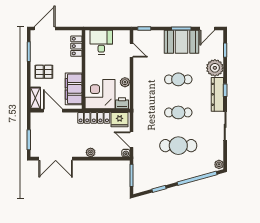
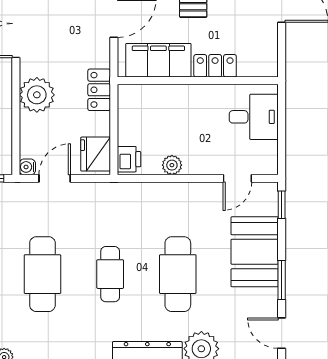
booth: (182, 42) -> (255, 252), moved
locker: (76, 46) -> (215, 66), moved
cafe table: (178, 79) -> (178, 274), width x1.37, depth x1.35
corner desk: (100, 94) -> (147, 114), removed
locker: (94, 118) -> (99, 90), width x0.66
plant: (91, 152) -> (37, 95), width x1.87, depth x1.87

